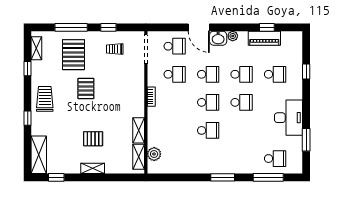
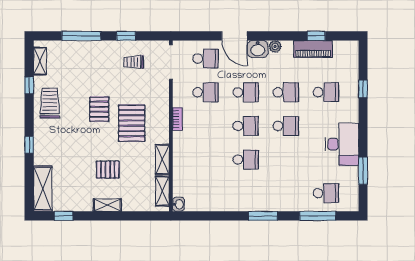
pallet: (73, 55) -> (132, 123), moved
trolley: (45, 99) -> (50, 103), moved
plant: (154, 154) -> (181, 188), removed
washbasin: (152, 168) -> (179, 204), added

